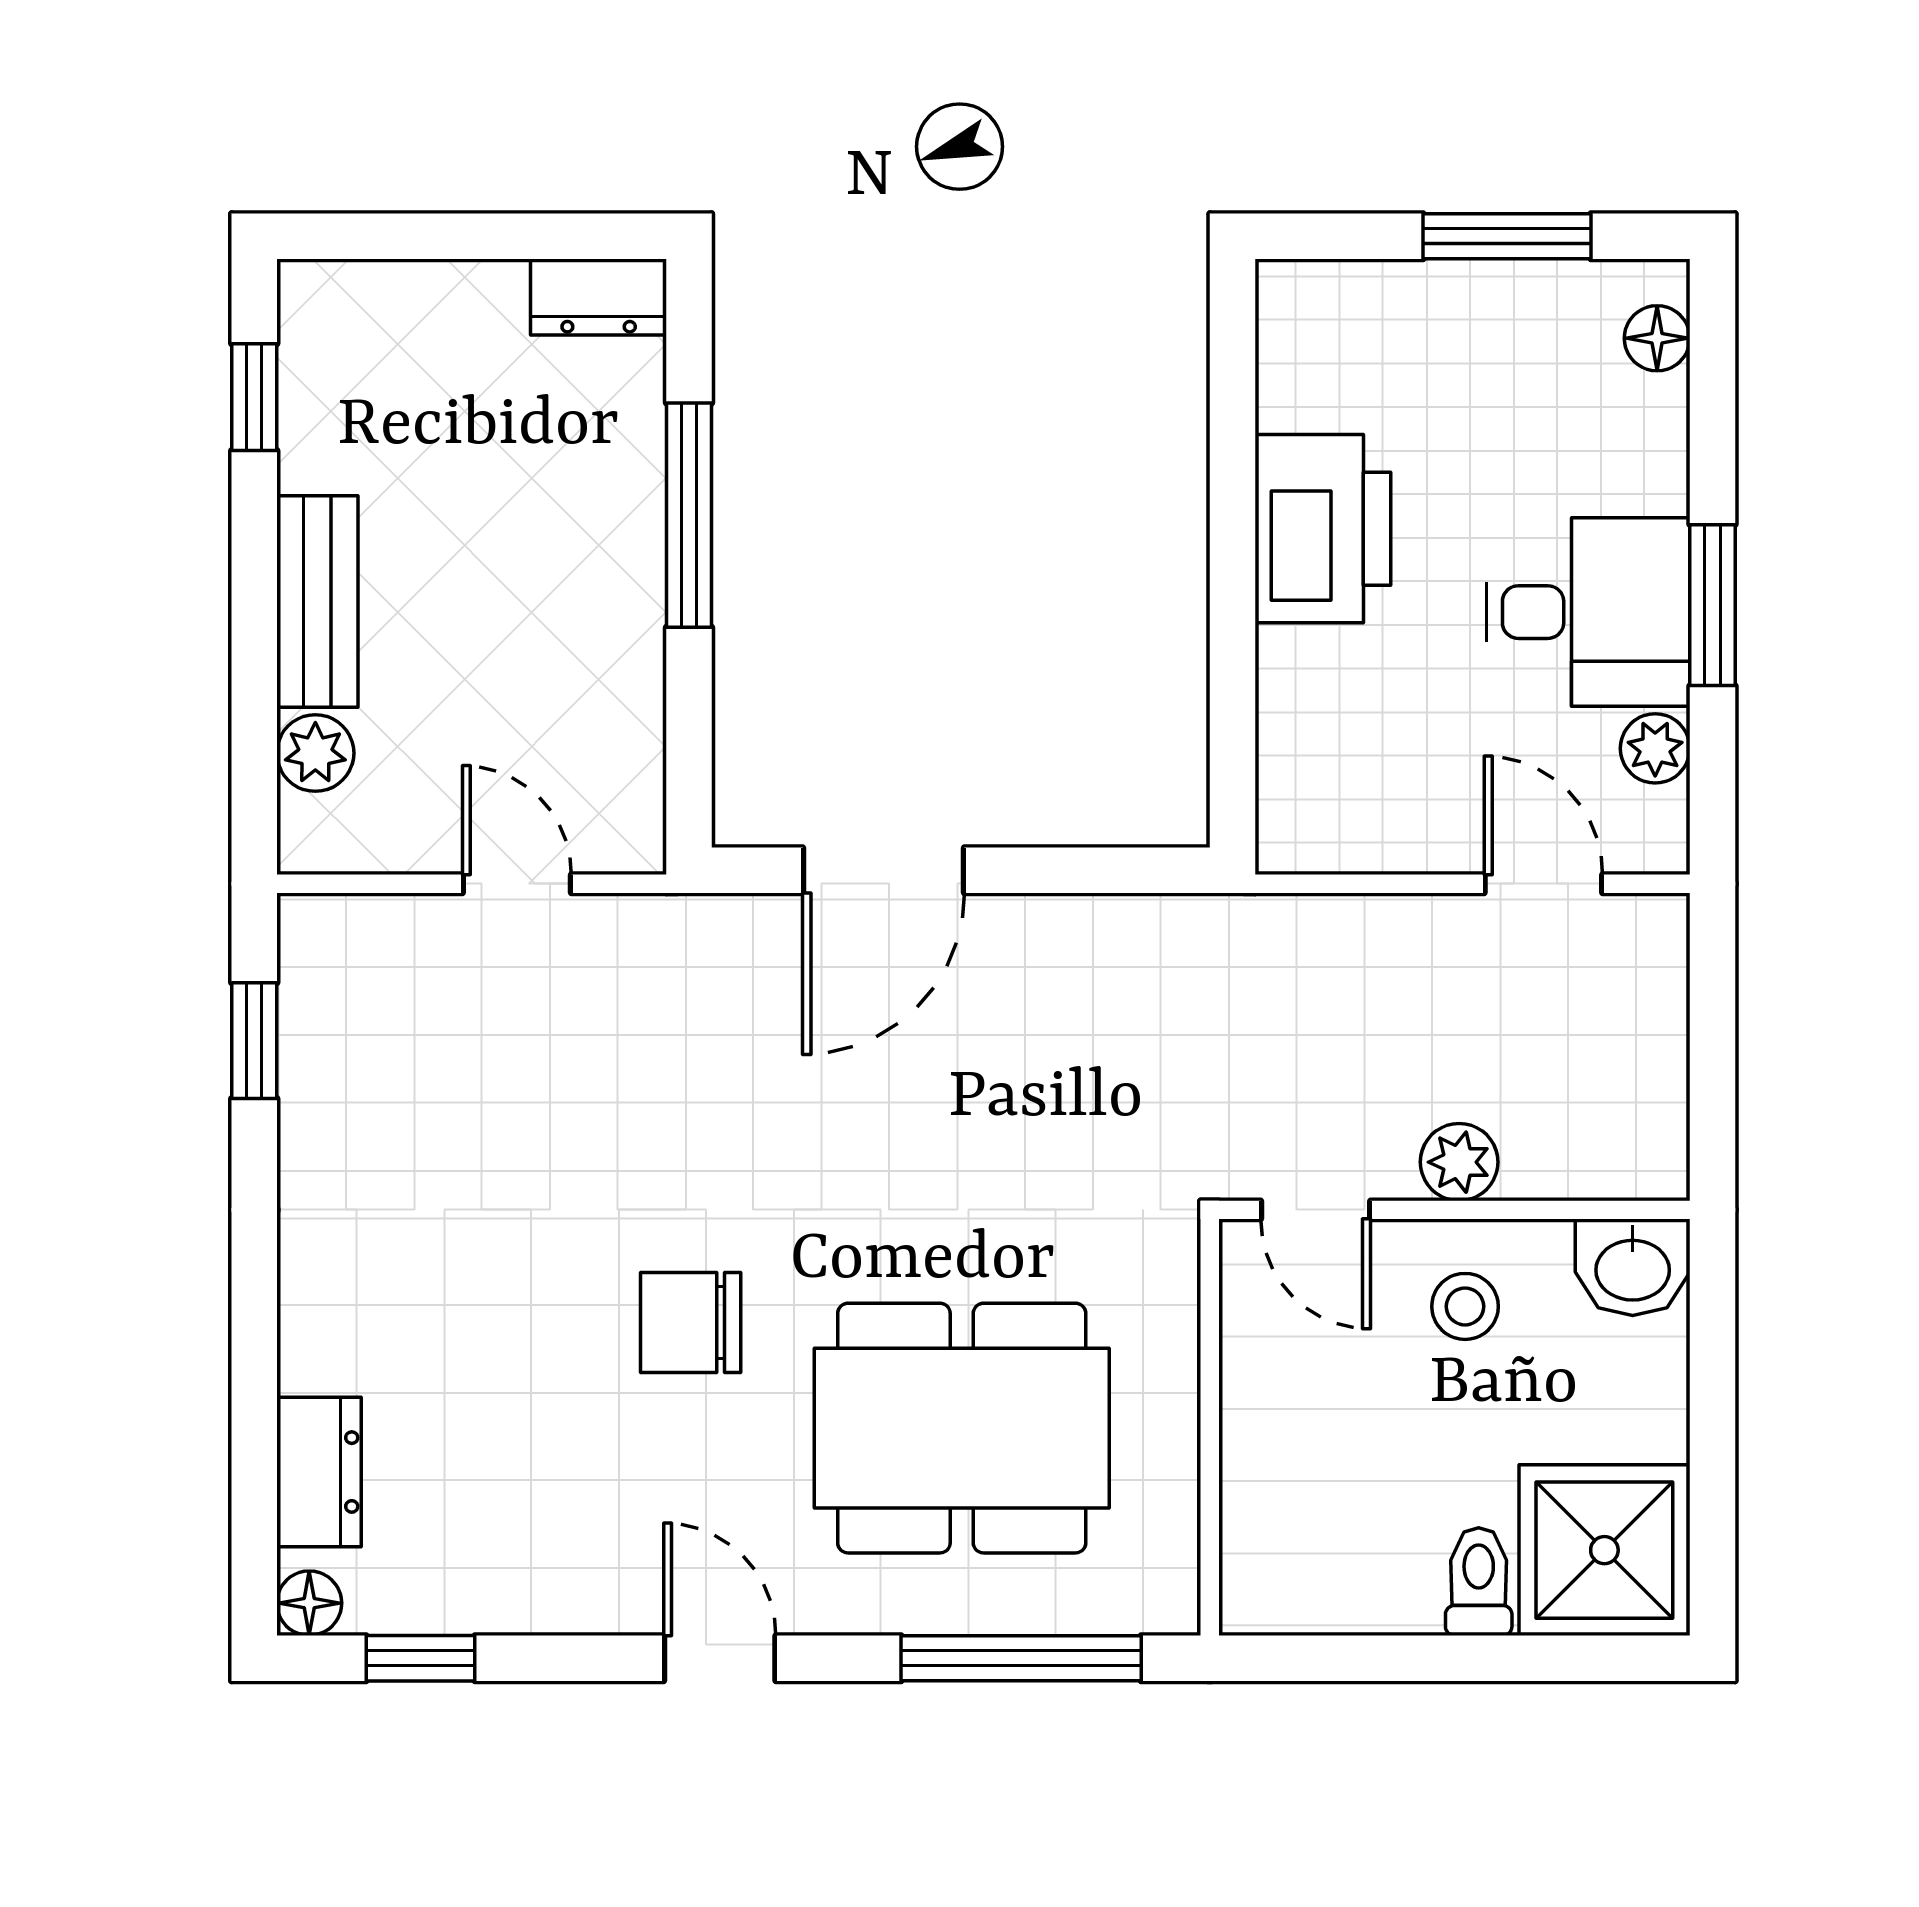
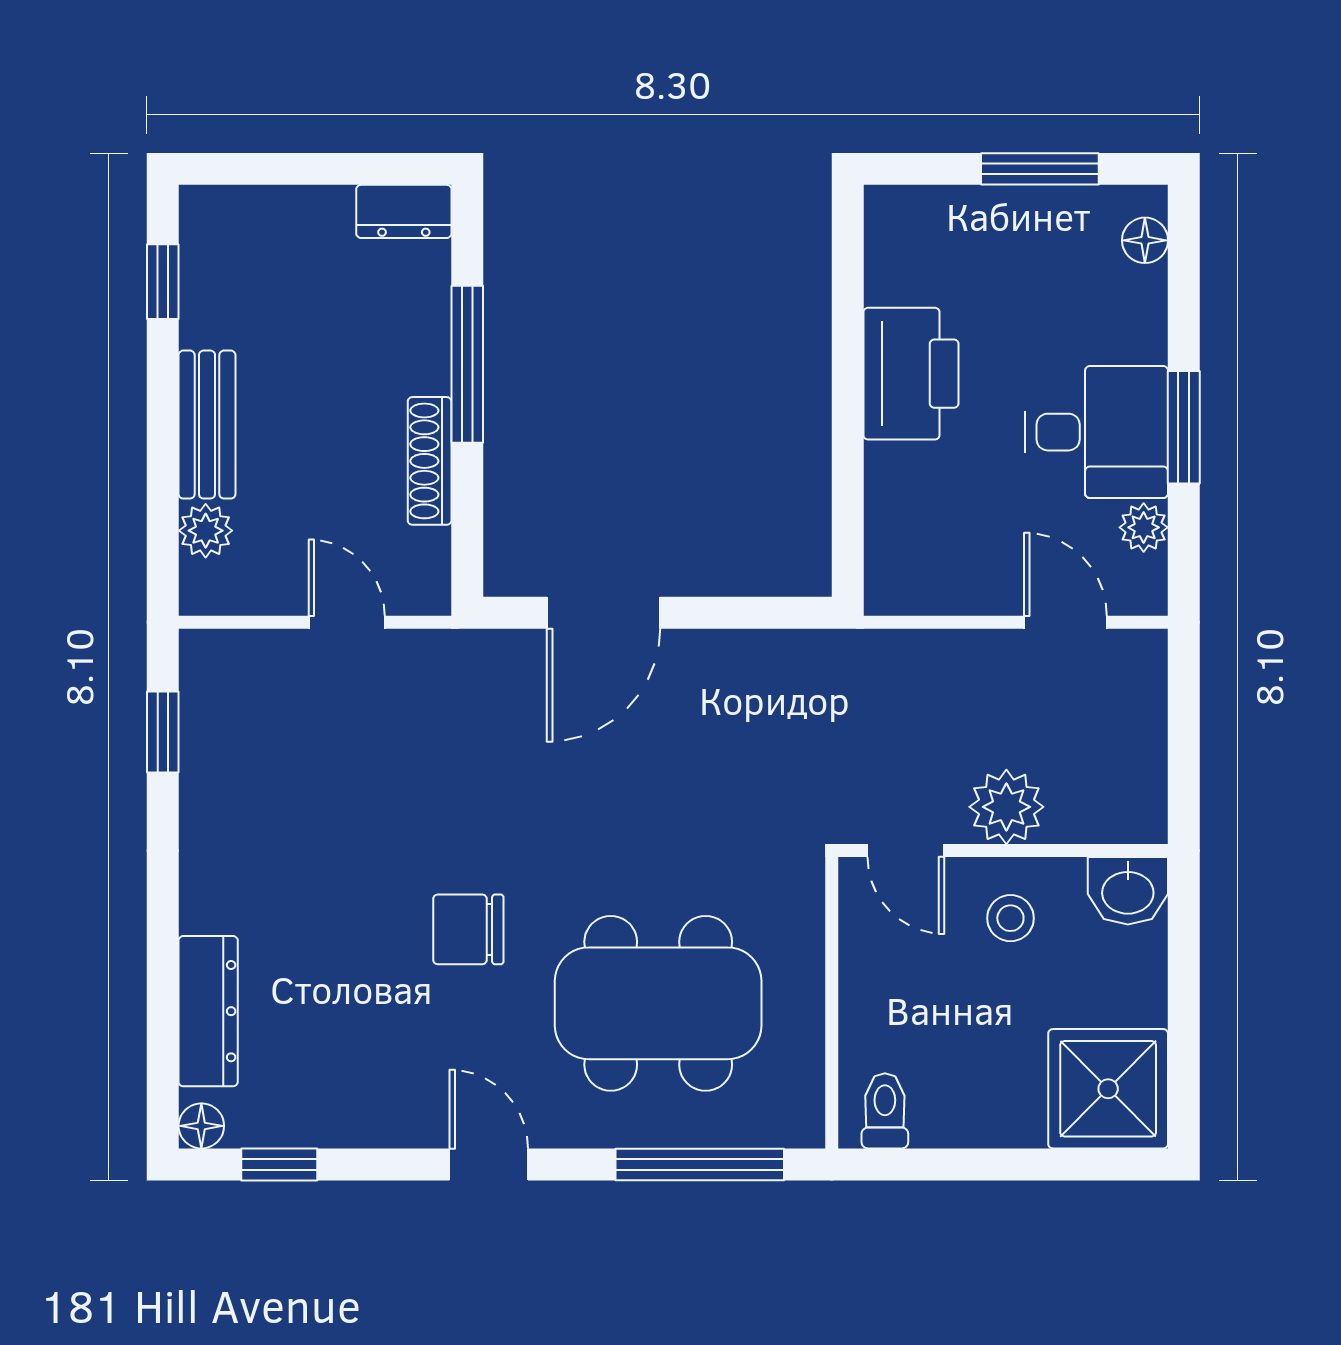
shoe rack: (635, 653) -> (430, 461), added
plant: (1459, 1162) -> (1006, 807), width x1.38, depth x1.38
dresser: (319, 1472) -> (208, 1011), width x1.44
toilet: (1479, 1582) -> (885, 1111), moved

